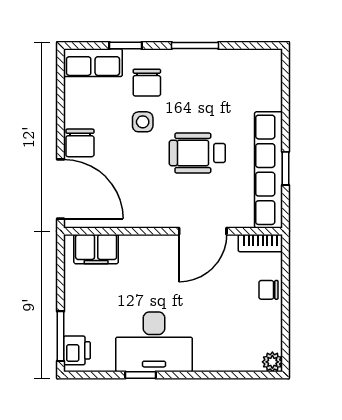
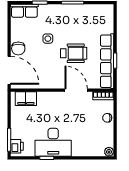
chair: (147, 83) -> (50, 20), removed
wheelchair: (197, 153) -> (74, 53), turned 180
door: (203, 231) -> (76, 90), swing flipped

